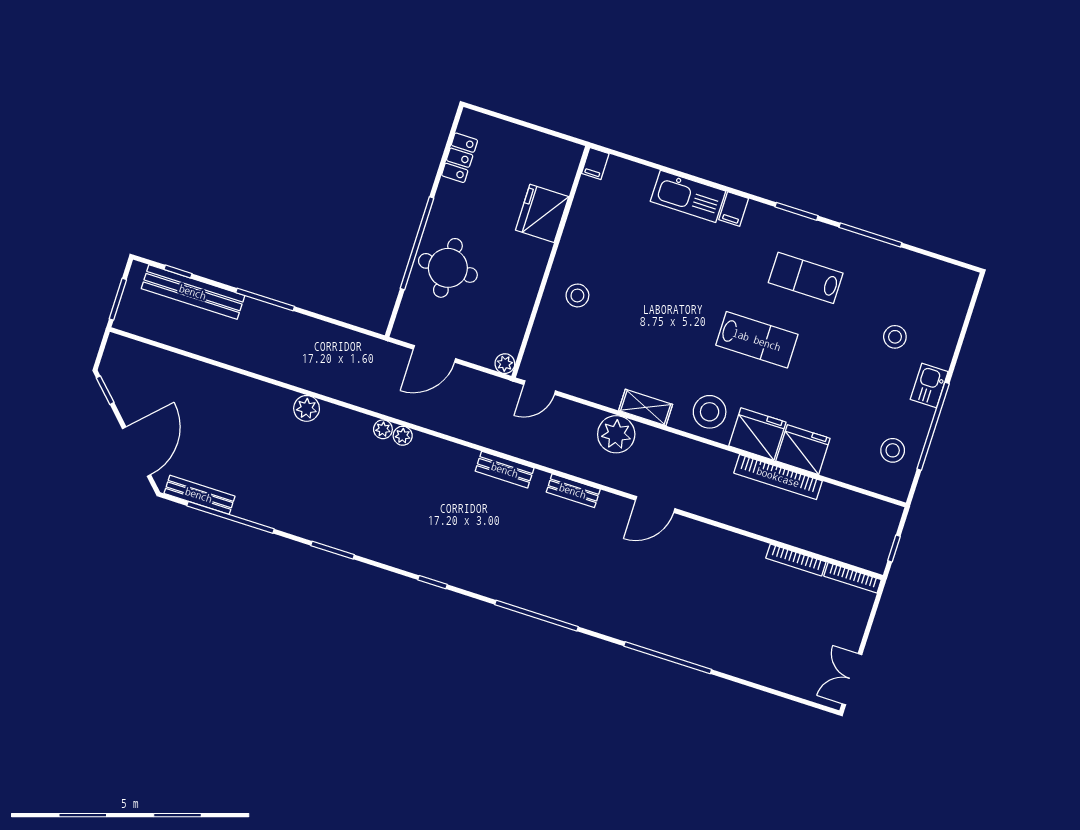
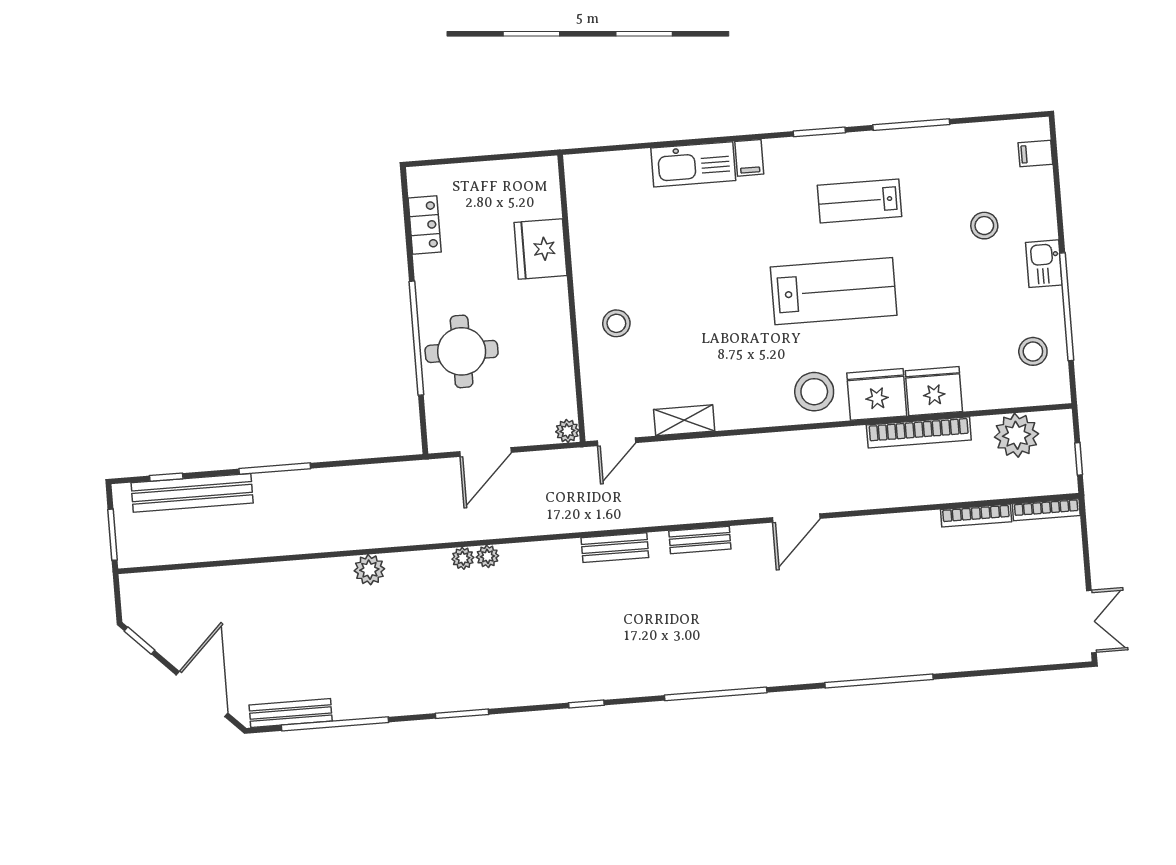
filing cabinet: (595, 164) -> (1035, 154), moved, turned 90
lab bench: (757, 340) -> (834, 291), width x1.36, depth x1.39
shelving: (646, 407) -> (684, 420), moved
plant: (616, 434) -> (1016, 435), moved
double door: (852, 679) -> (1091, 621), swing flipped

